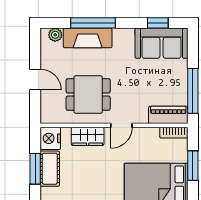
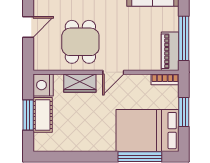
door: (35, 79) -> (28, 27), hinge flipped
dining table: (88, 94) -> (80, 42), turned 90
piano: (168, 115) -> (170, 51), moved, turned -90

